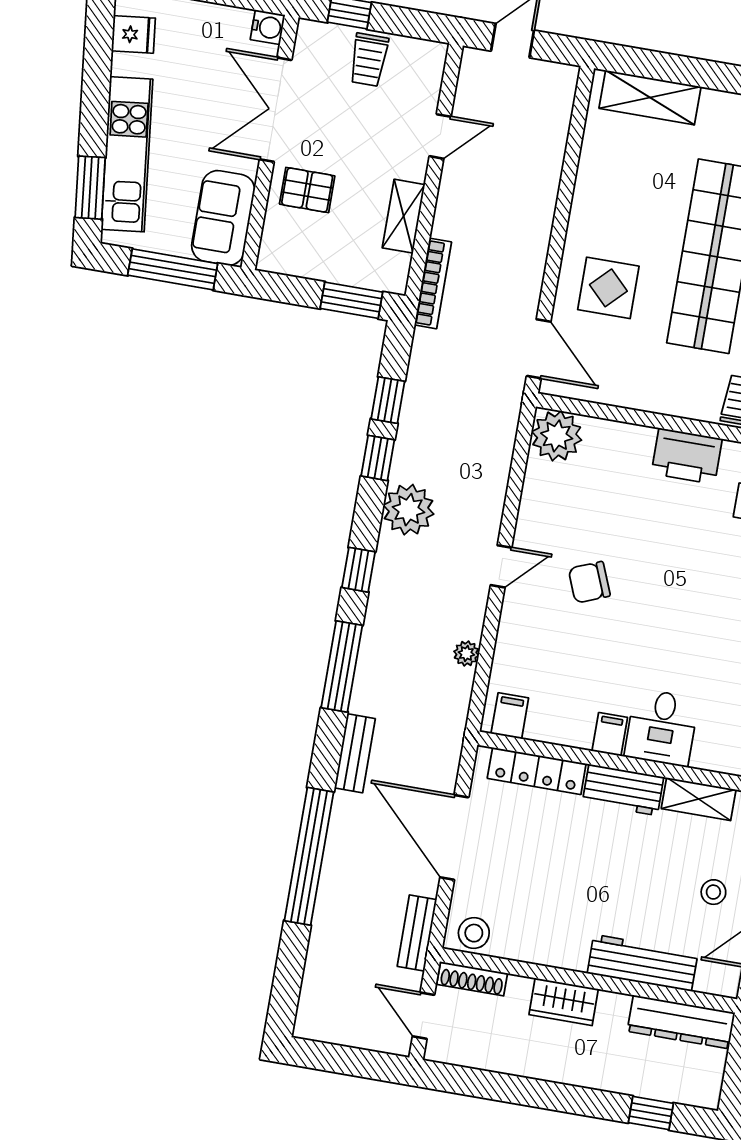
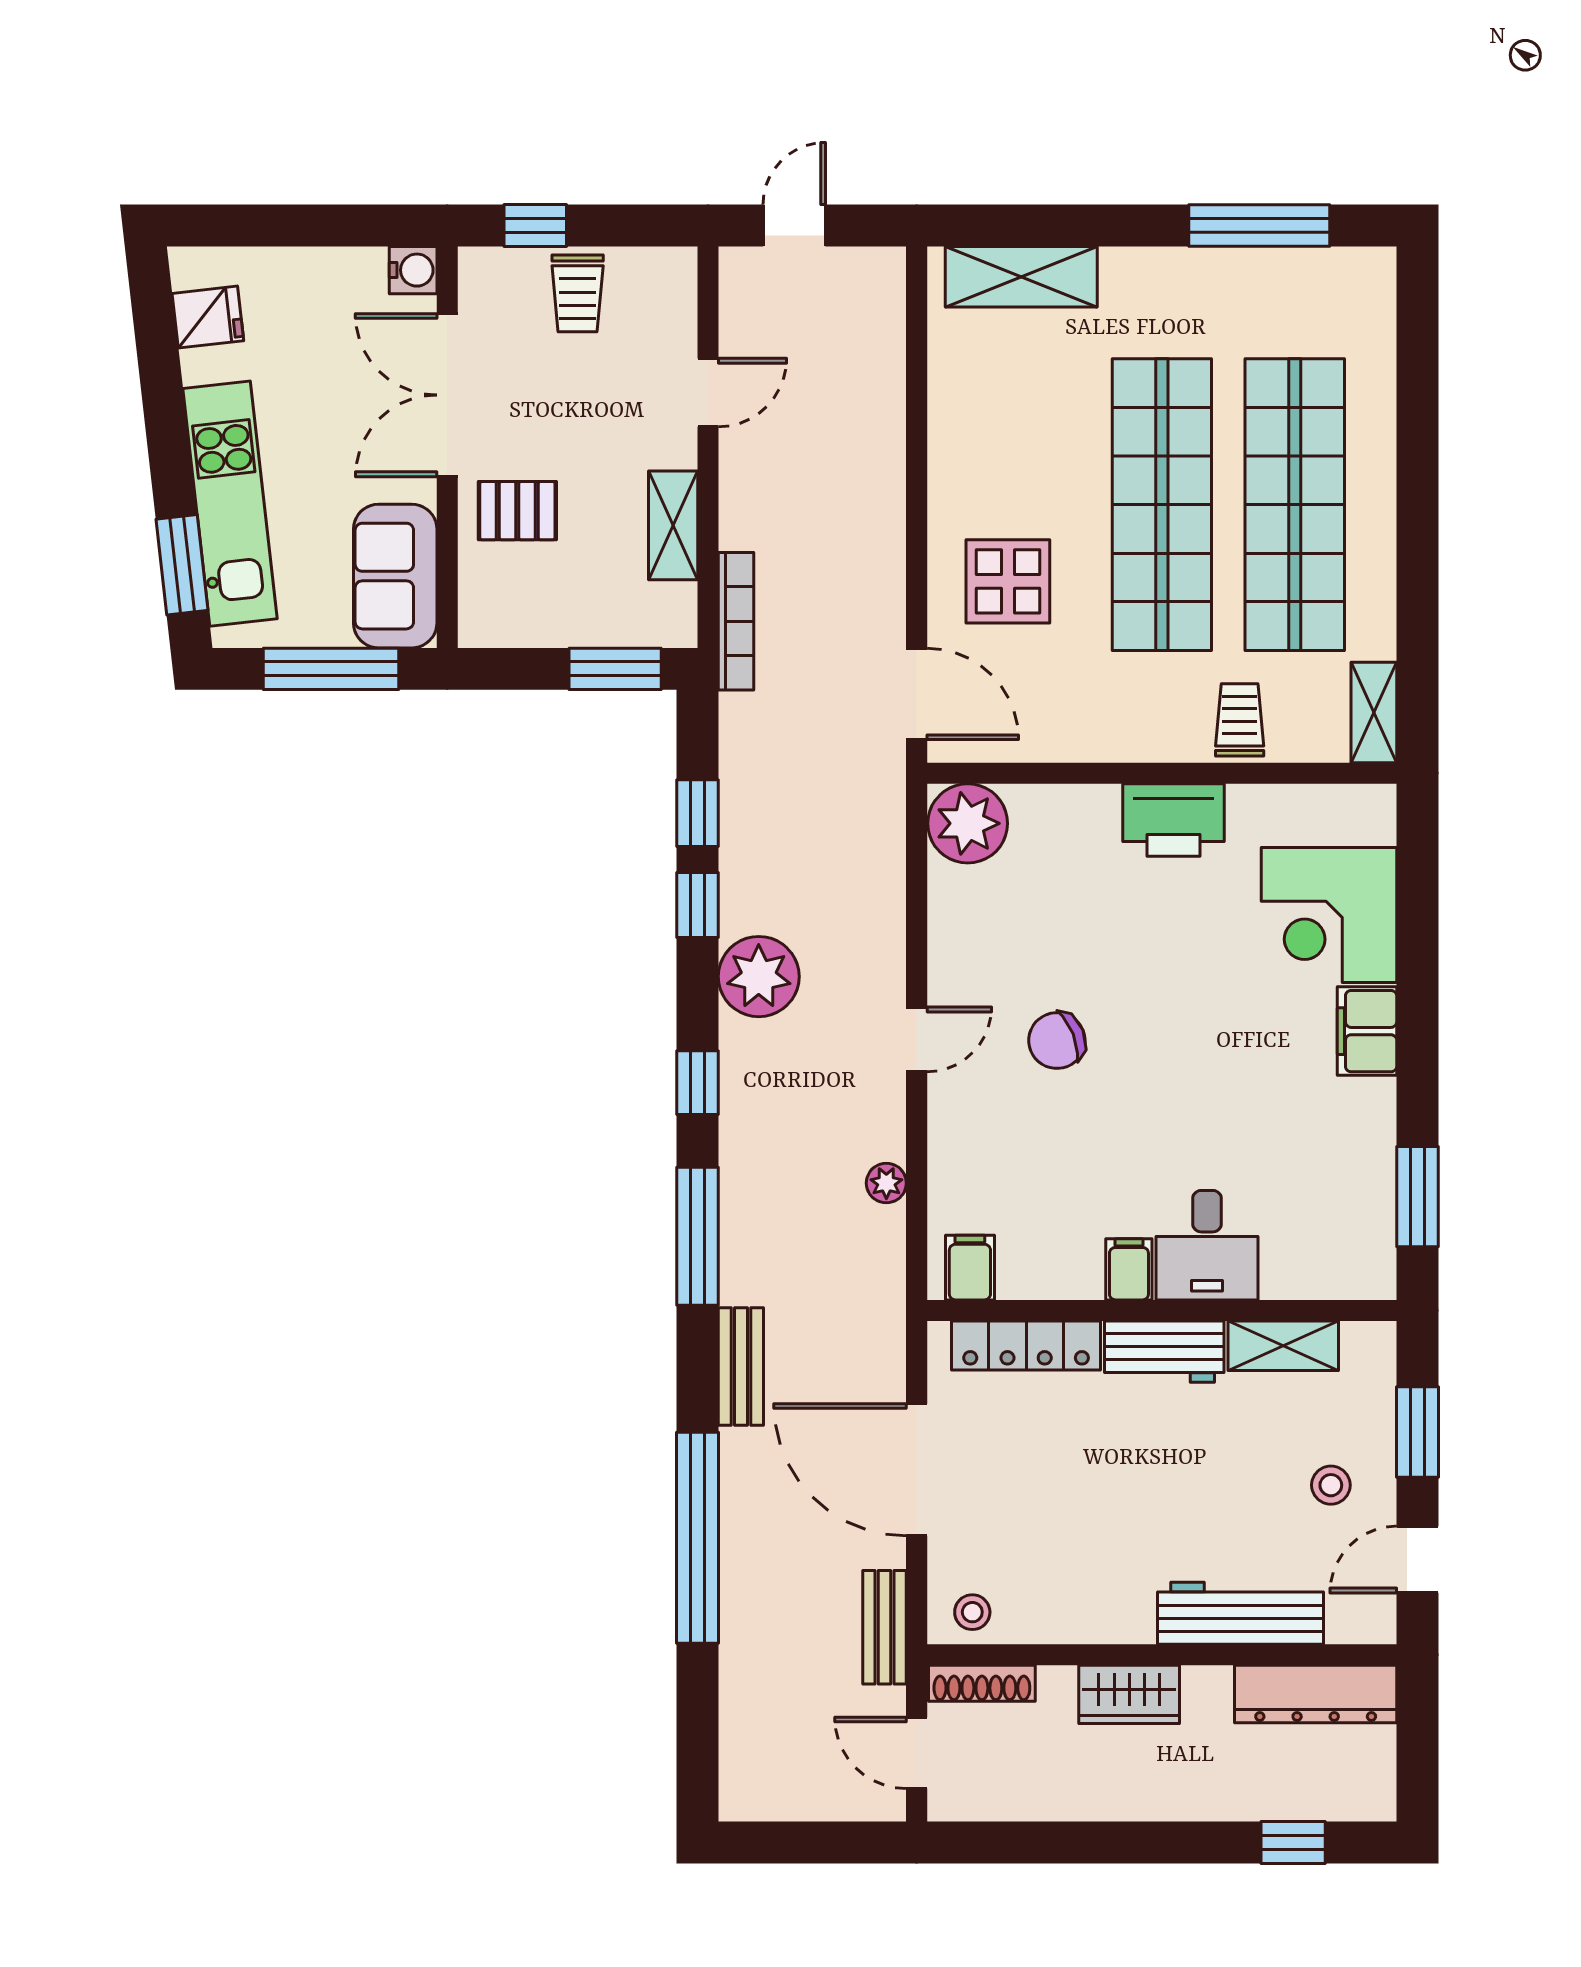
stool: (474, 933) -> (972, 1612), width x0.73, depth x0.73

